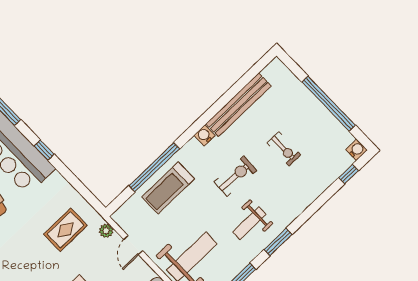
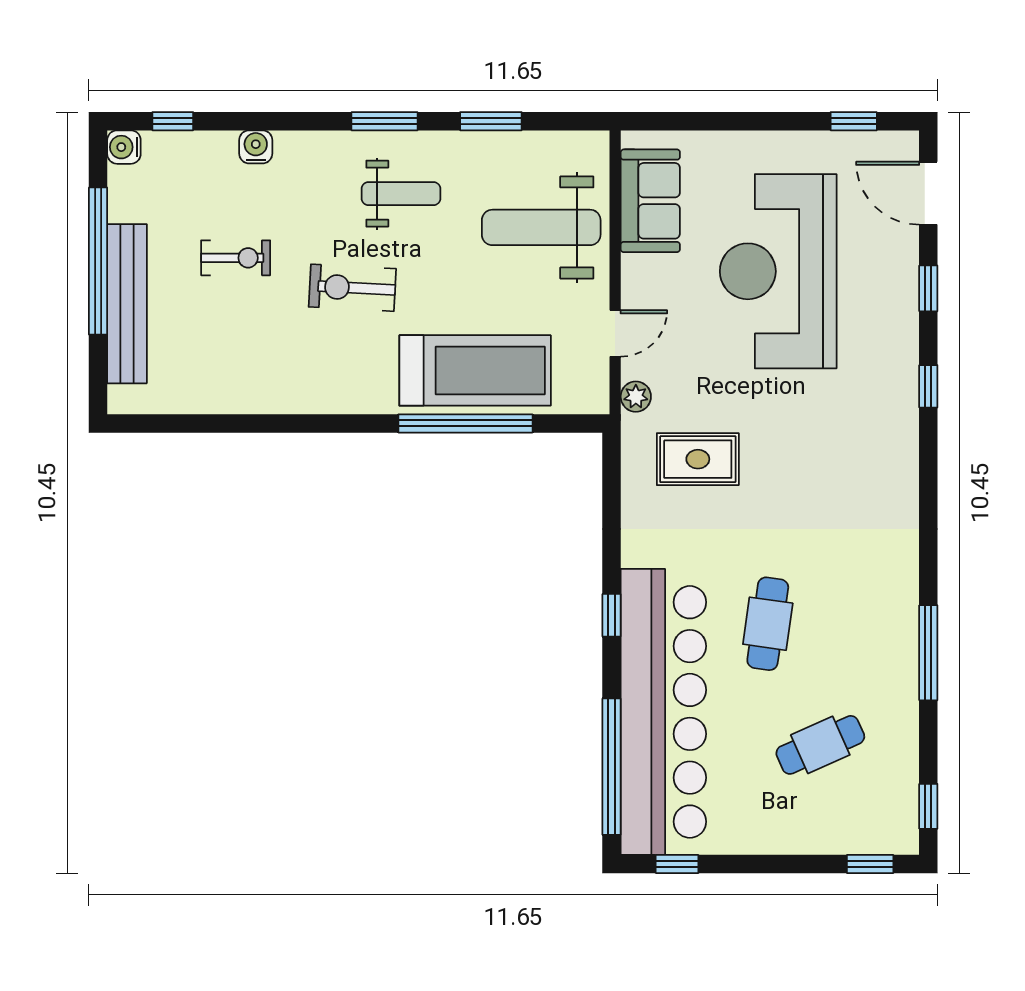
bench: (238, 105) -> (127, 304), moved, turned 90
water cooler: (204, 135) -> (256, 147), moved, turned 180
exercise bike: (284, 149) -> (236, 258), turned 90
treadmill: (168, 188) -> (475, 370), width x1.37, depth x1.38

